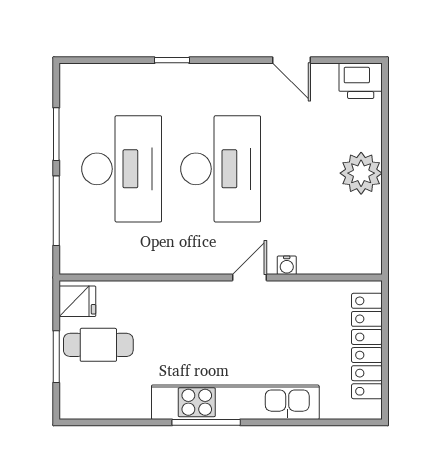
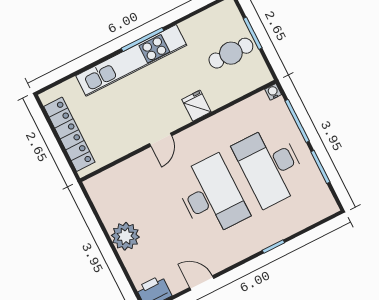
desk: (221, 169) -> (211, 196), turned 180
water cooler: (287, 265) -> (273, 92), moved
fridge: (77, 301) -> (196, 106), moved, turned 90

